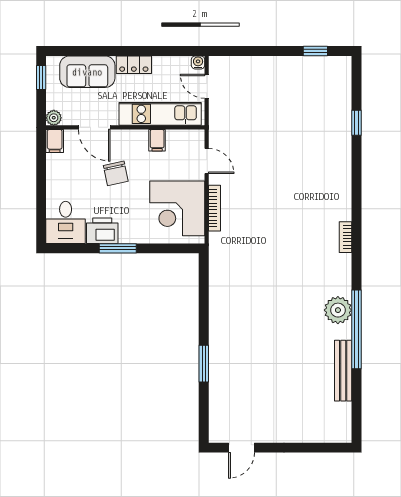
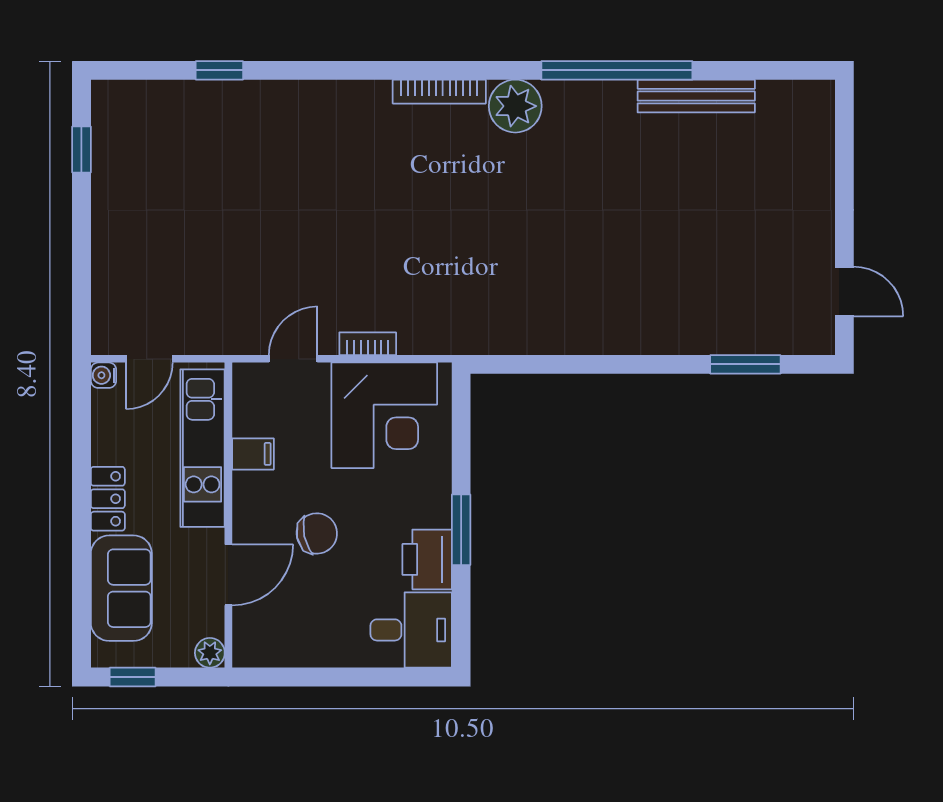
filing cabinet: (55, 141) -> (254, 651), removed
bookcase: (214, 208) -> (368, 344), width x0.64
bookcase: (346, 237) -> (439, 92), width x1.56
plant: (338, 310) -> (515, 106), moved
window: (204, 364) -> (745, 364), moved

